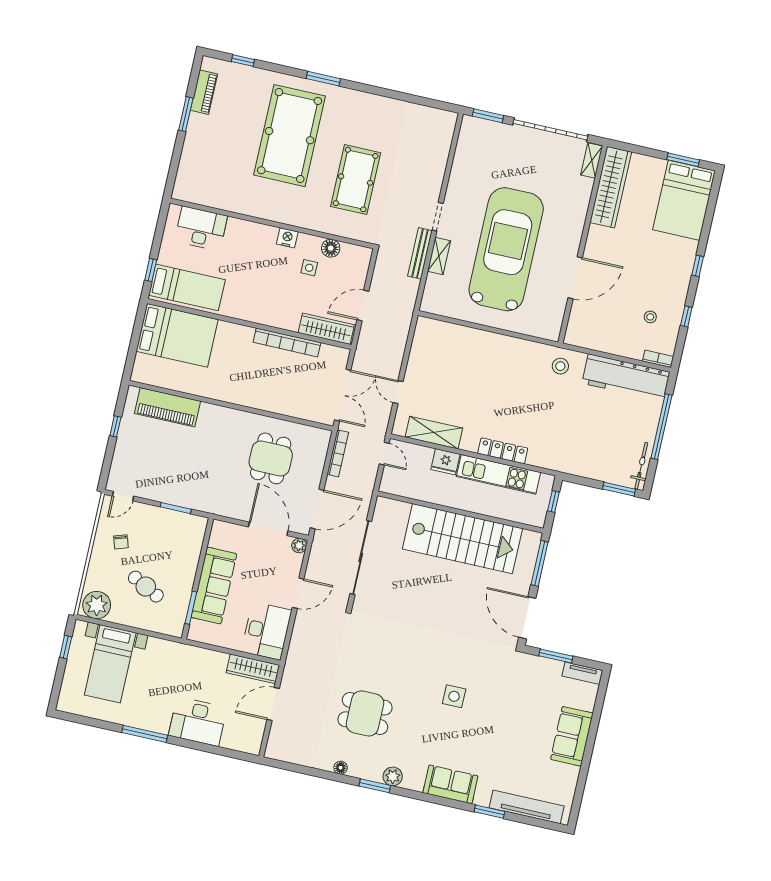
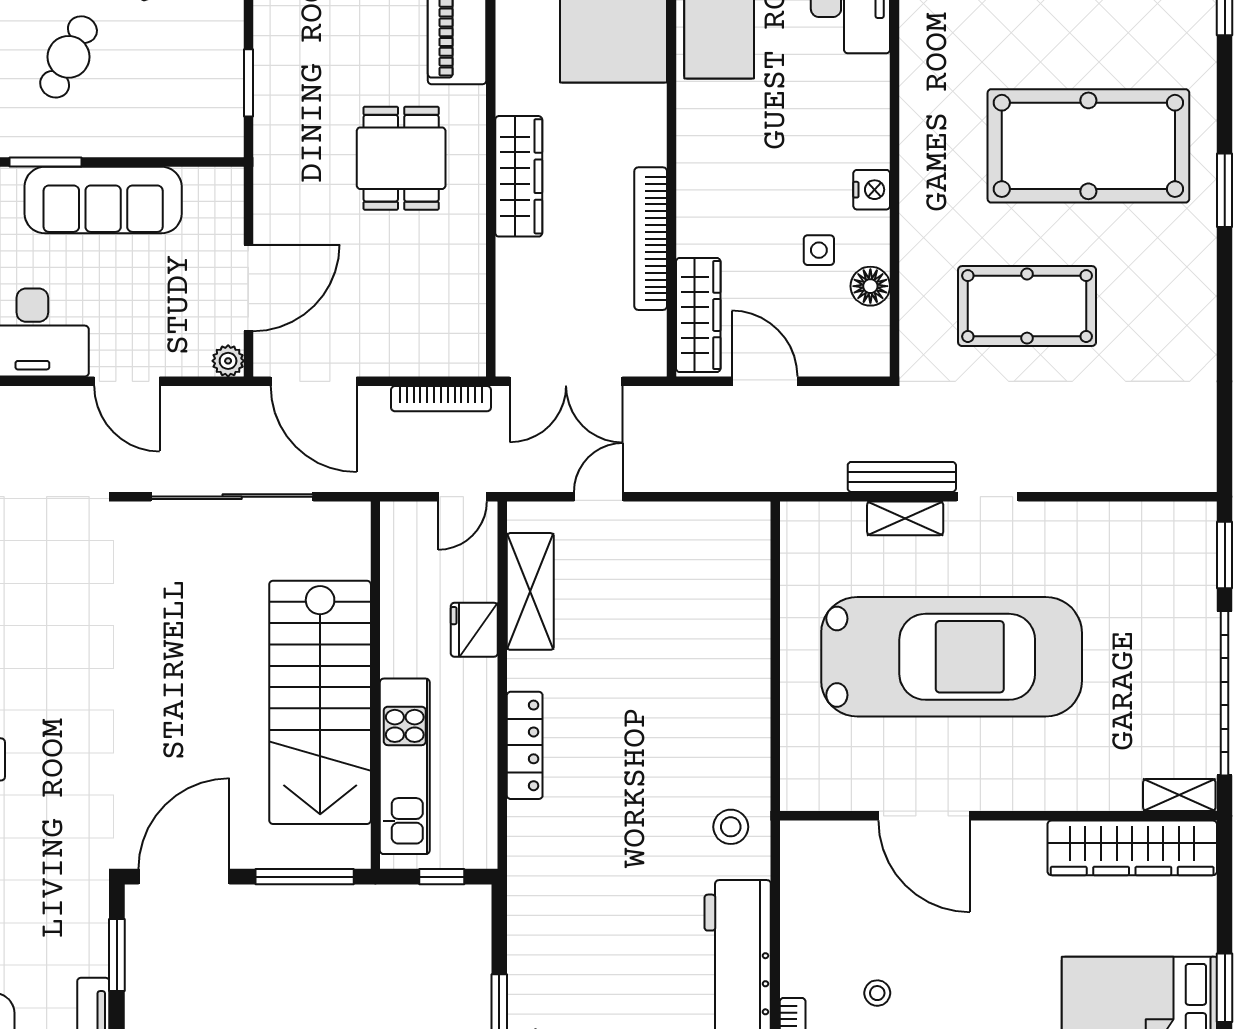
wardrobe: (245, 396) -> (519, 176), added
dining table: (271, 458) -> (401, 158), moved, turned 90
kitchen unit: (499, 474) -> (405, 766), moved, turned 180

